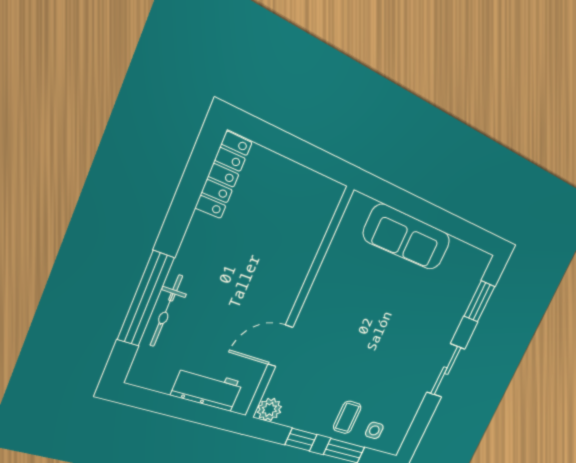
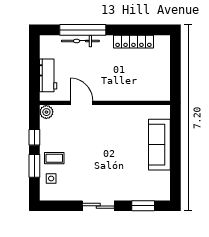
locker: (223, 175) -> (133, 42), moved

